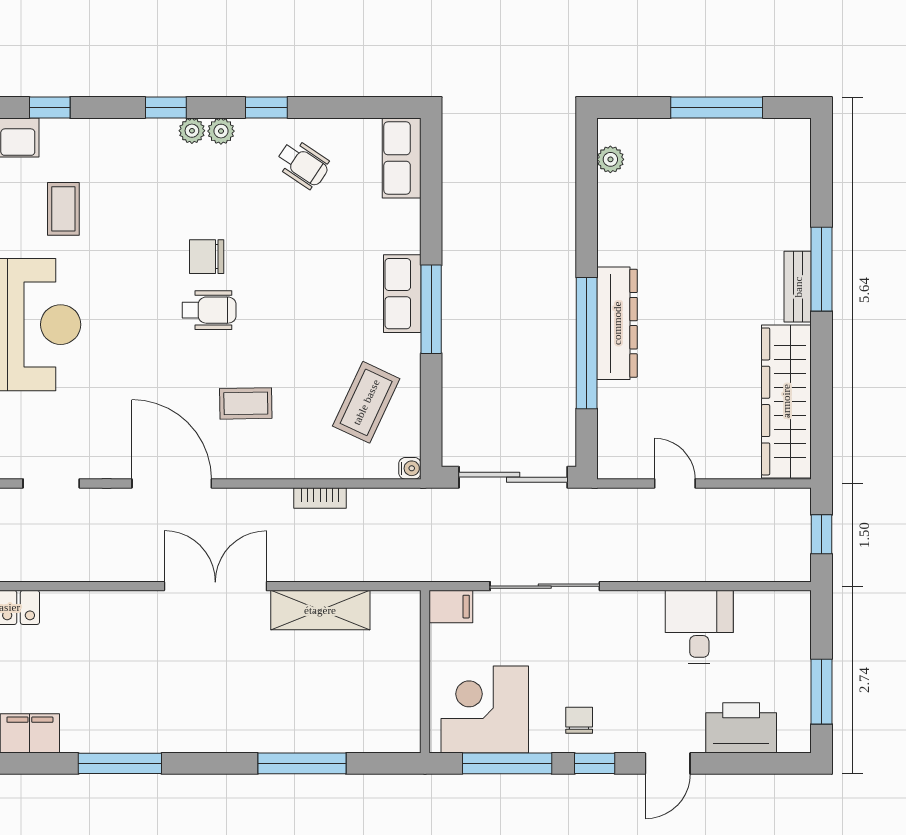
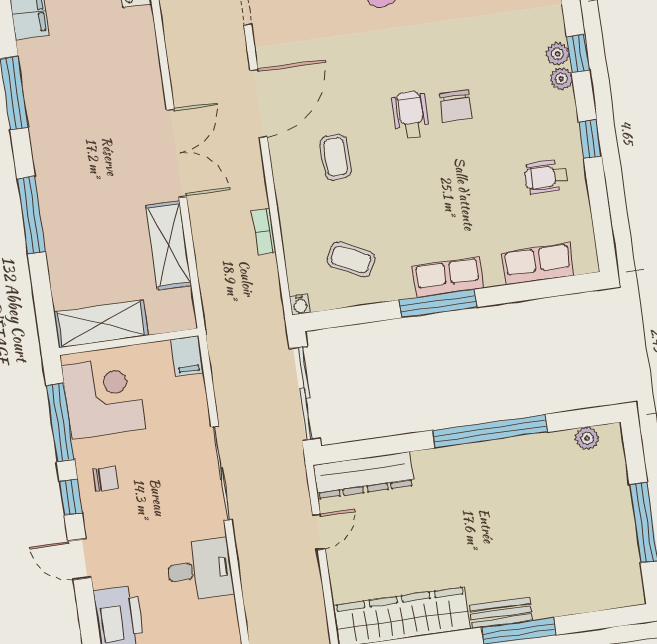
plant: (221, 131) -> (558, 54), moved
row of seats: (402, 158) -> (538, 264), moved
wheelchair: (303, 164) -> (546, 177), turned 56
chair: (207, 257) -> (456, 106), turned 180
wheelchair: (209, 310) -> (411, 115), turned 180
dresser: (617, 323) -> (364, 475), moved
window: (587, 343) -> (490, 431), moved
coffee table: (366, 402) -> (351, 259), width x0.73, depth x0.77
sliding door: (545, 586) -> (221, 473), moved
shelving: (400, 701) -> (101, 324), added
window: (302, 763) -> (31, 215), moved

